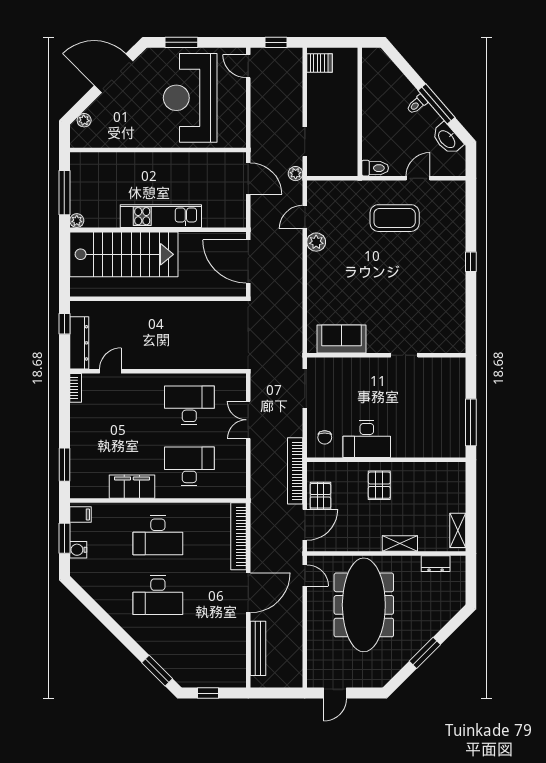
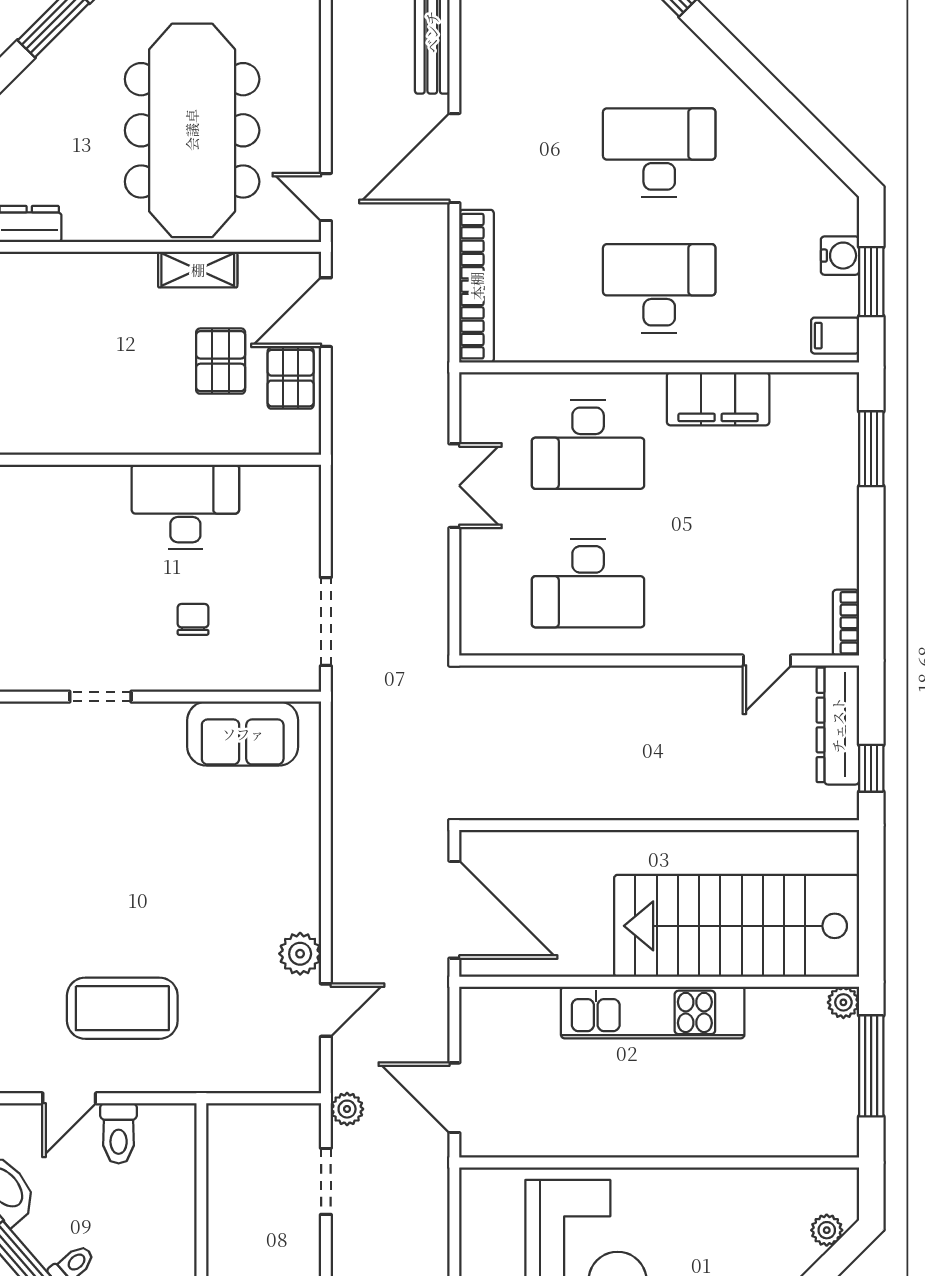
toilet: (375, 168) -> (119, 1133), moved, turned -90
double door: (248, 420) -> (454, 486), moved
chair: (325, 437) -> (193, 619), moved
bookcase: (295, 471) -> (348, 434), removed
pallet: (379, 485) -> (221, 361), moved
shelving: (400, 544) -> (198, 270), moved

